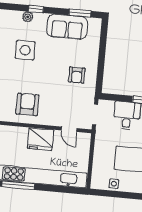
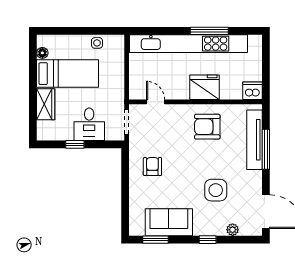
plant: (28, 17) -> (233, 230), moved
armchair: (27, 104) -> (207, 127), turned 90
fridge: (41, 139) -> (205, 87), moved

